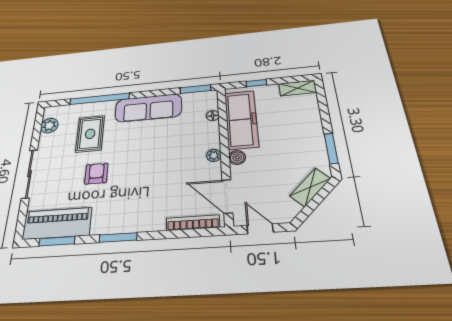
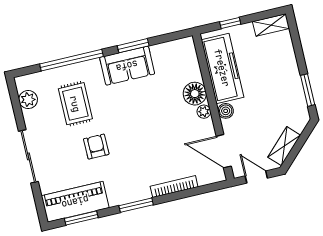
window: (195, 89) -> (133, 46), moved
sofa: (148, 108) -> (127, 66), width x0.73
floor lamp: (213, 116) -> (195, 94), moved, width x1.89, depth x1.89
shelving: (310, 187) -> (284, 146), moved
bookcase: (193, 223) -> (174, 187), moved

